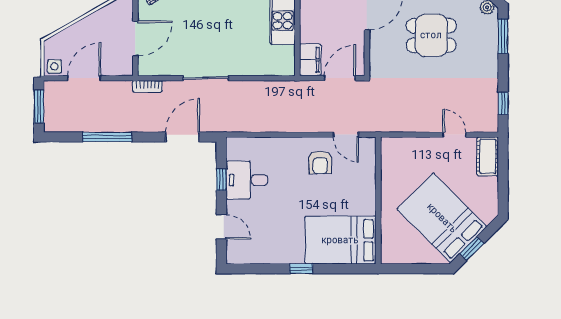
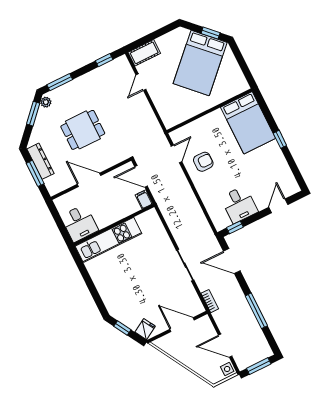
dining table: (431, 35) -> (83, 130), turned 90
filing cabinet: (310, 60) -> (144, 199), width x0.50
window: (221, 180) -> (235, 227), moved

